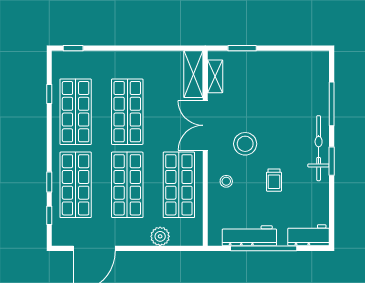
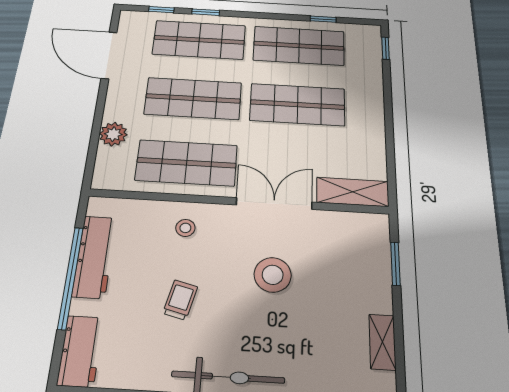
shelving: (215, 76) -> (382, 342), moved, turned 90
stool: (245, 144) -> (273, 275), moved
trolley: (274, 180) -> (180, 300), turned 104

